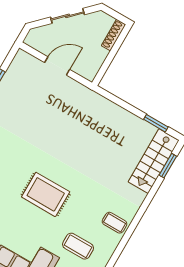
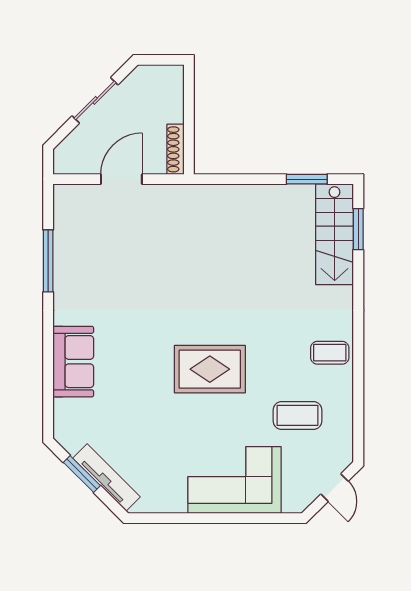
shoe rack: (114, 35) -> (176, 149), moved

